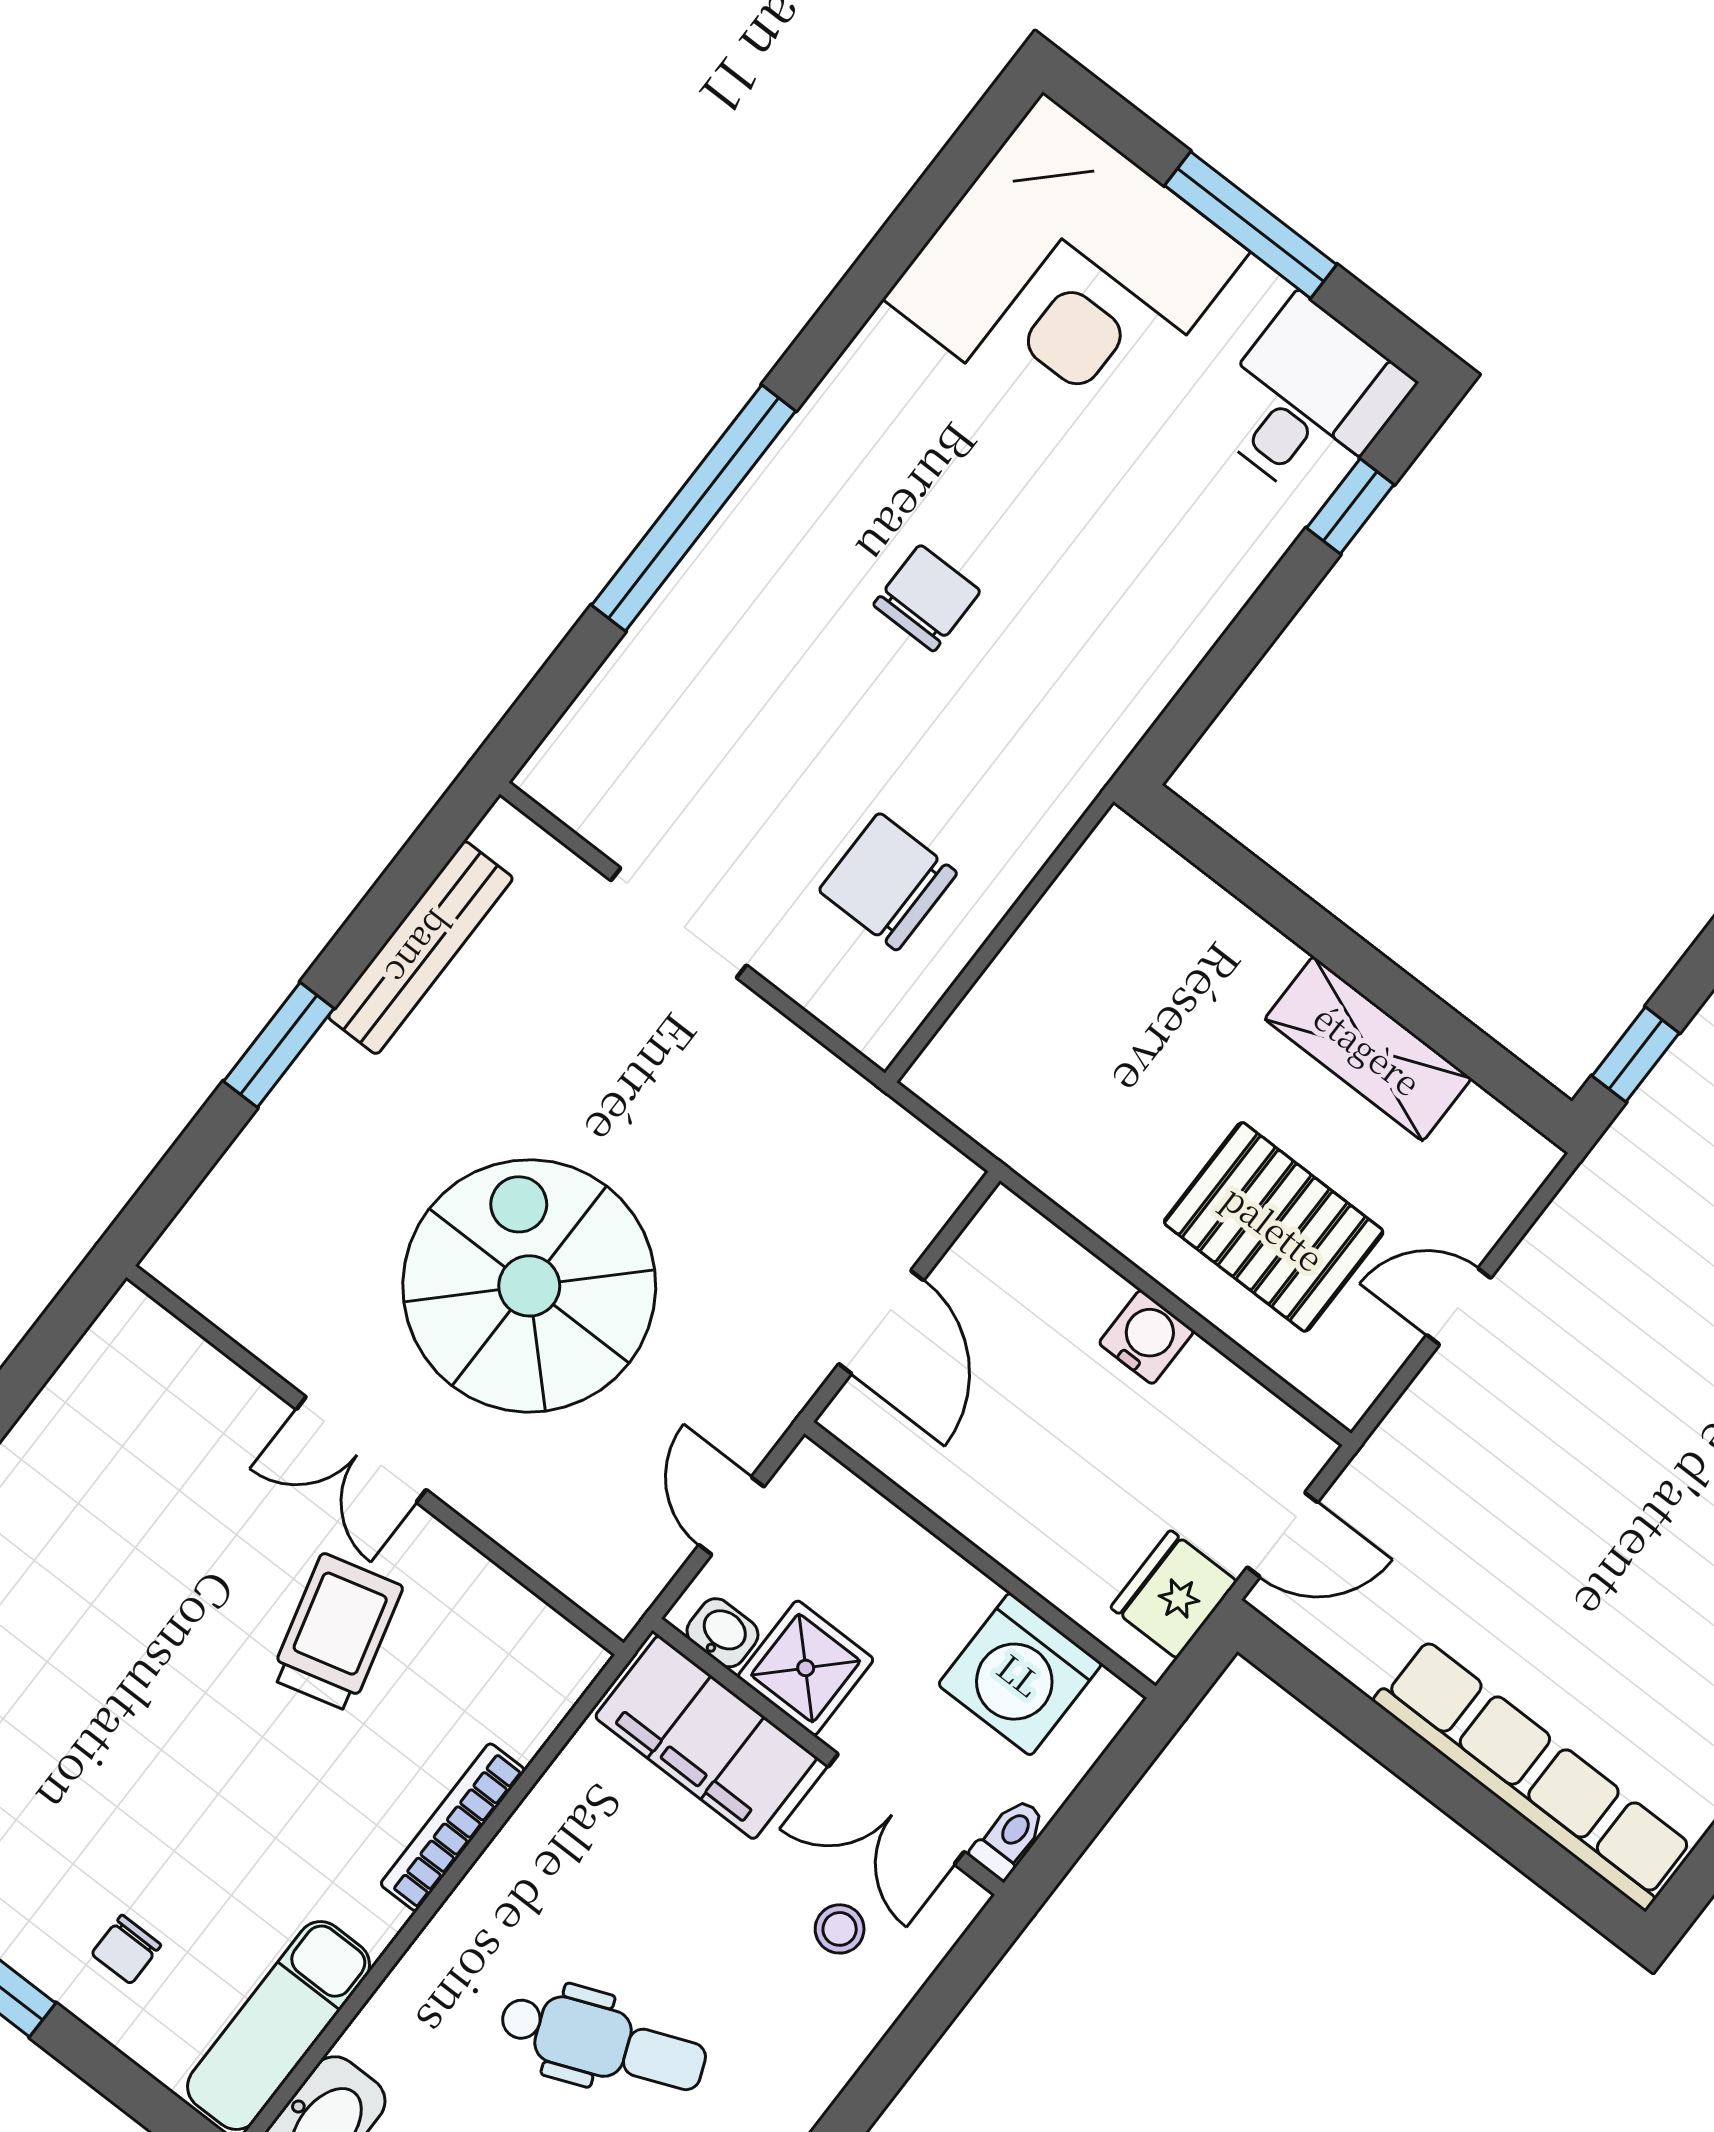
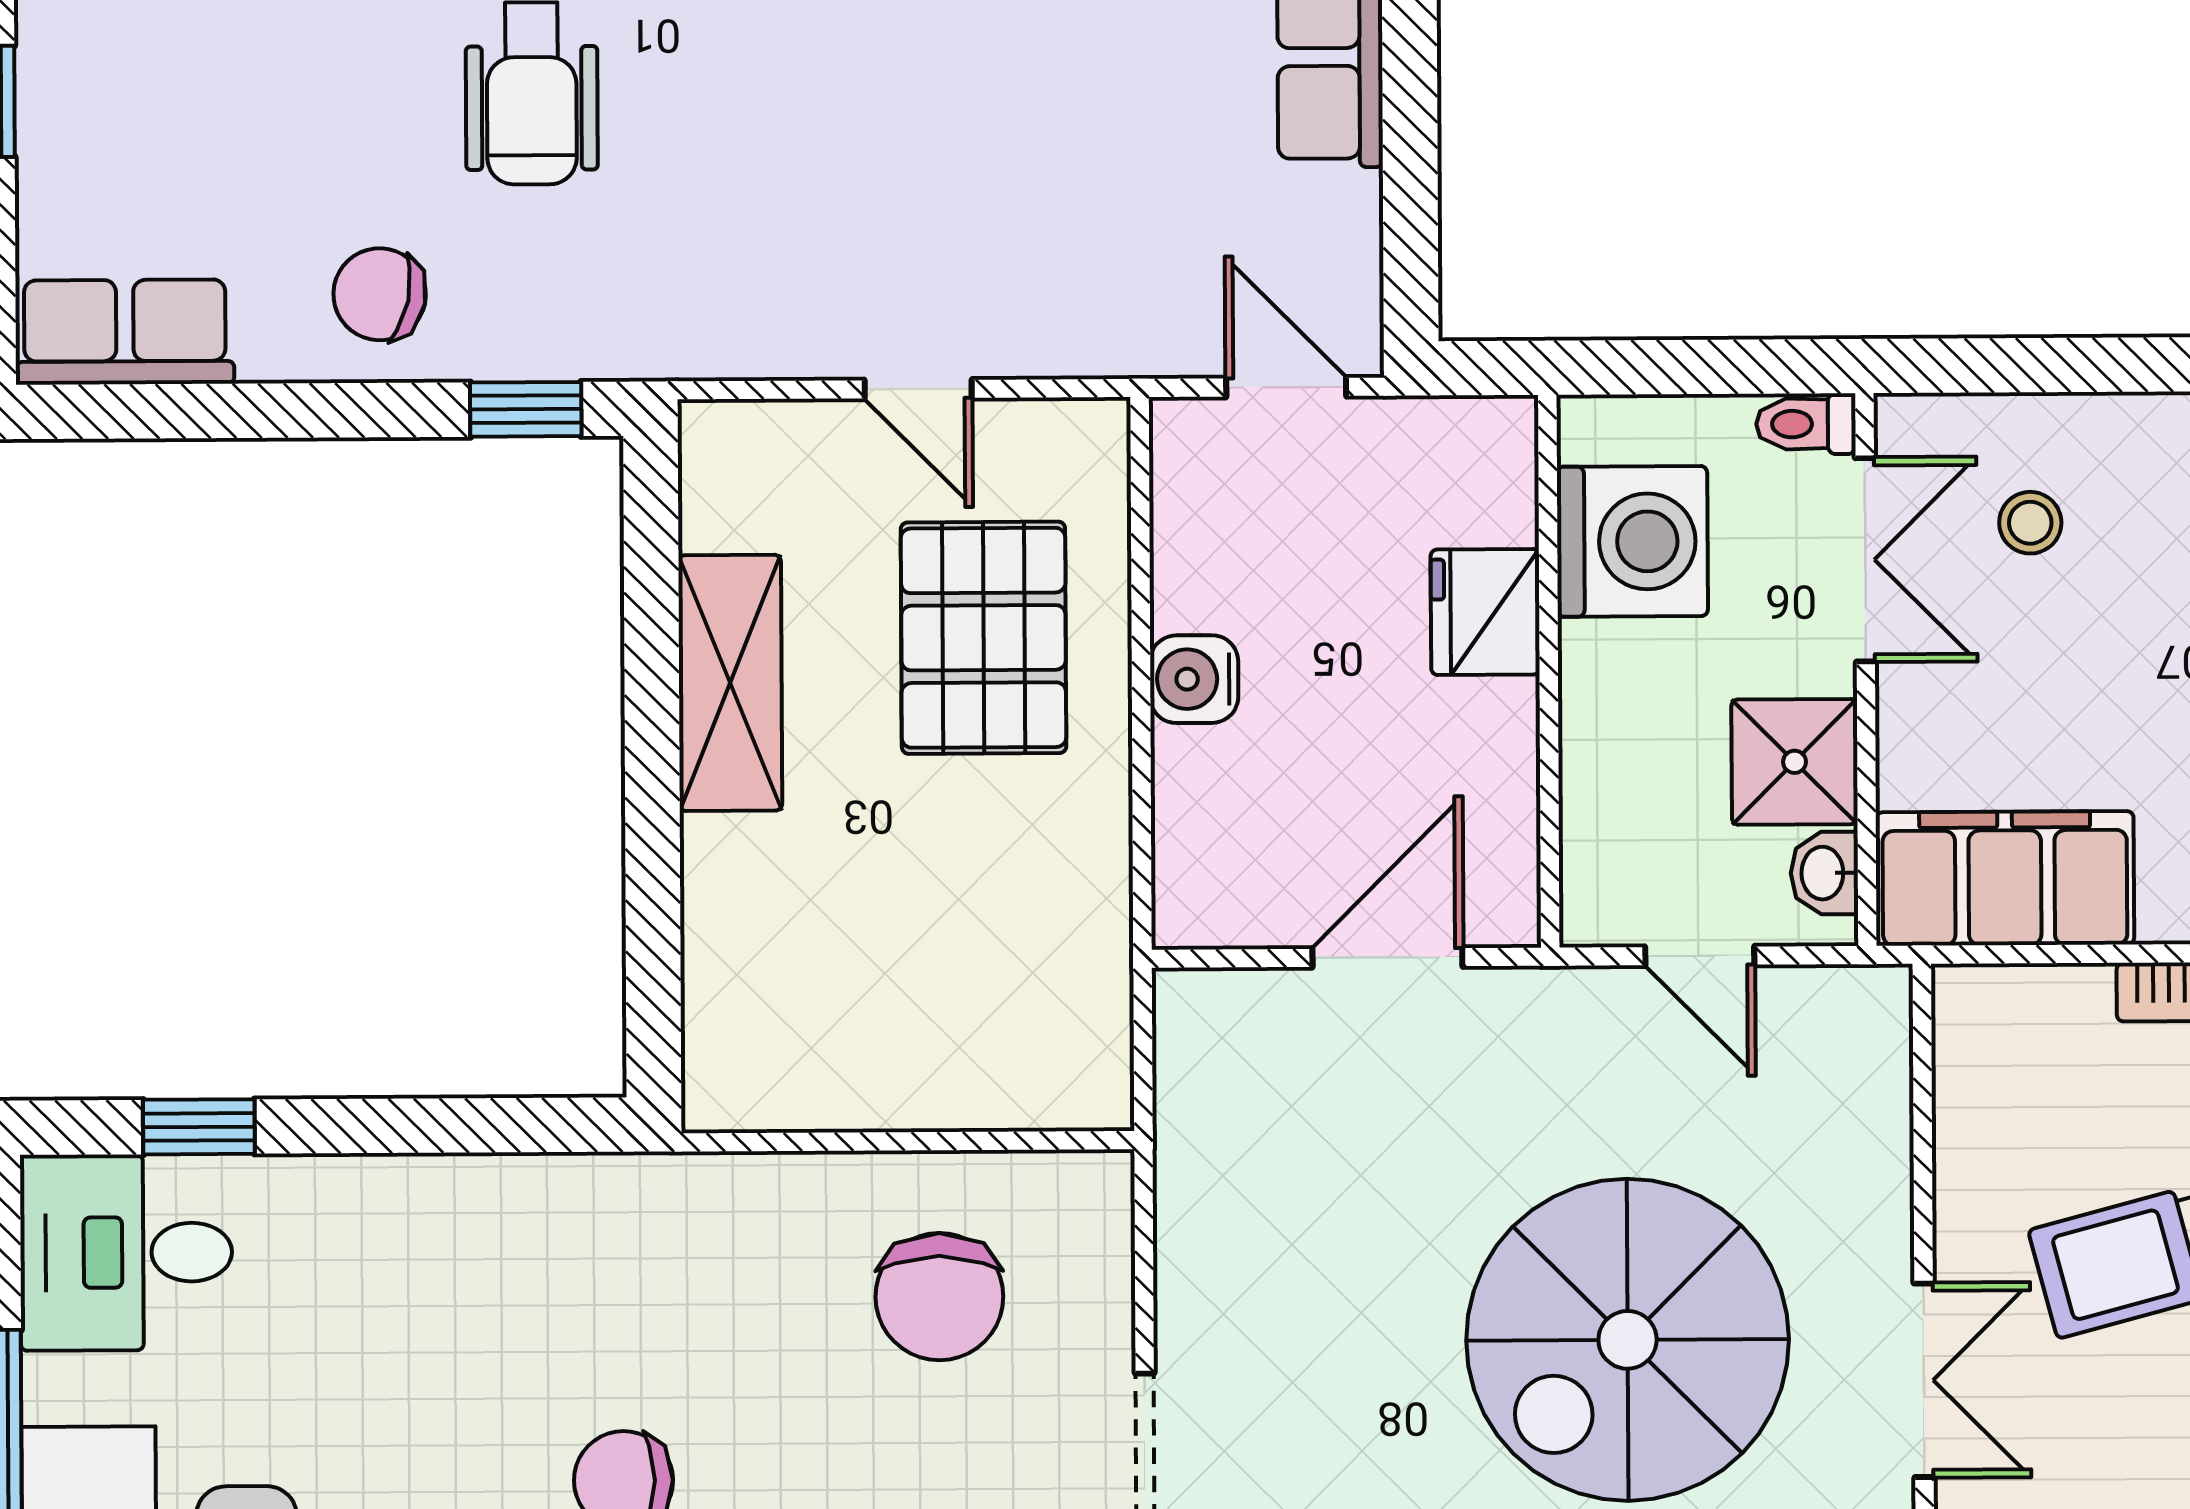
door: (732, 1516) -> (1700, 956), hinge flipped
fridge: (1174, 1594) -> (1485, 612), moved, turned 90
filing cabinet: (706, 1737) -> (2005, 878), moved, turned -90

